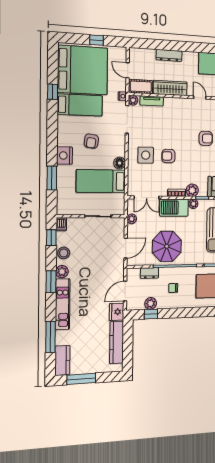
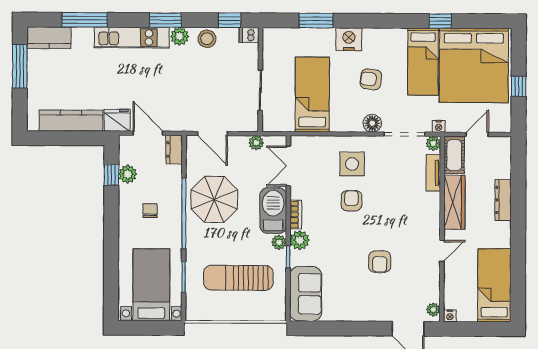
floor lamp: (120, 163) -> (372, 123), moved
dresser: (150, 273) -> (174, 149), moved

